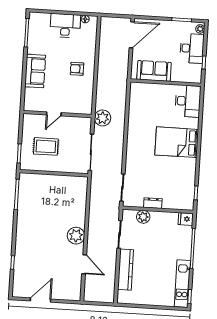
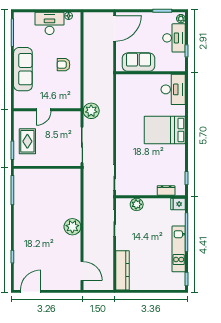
sofa: (35, 71) -> (23, 69), width x1.36
rug: (46, 146) -> (27, 141), moved, turned 90
dresser: (153, 203) -> (166, 191), moved
door: (84, 264) -> (82, 271), moved
kitchen counter: (125, 270) -> (123, 270), moved
kitchen unit: (182, 284) -> (179, 249), moved
door: (41, 300) -> (31, 291), moved

